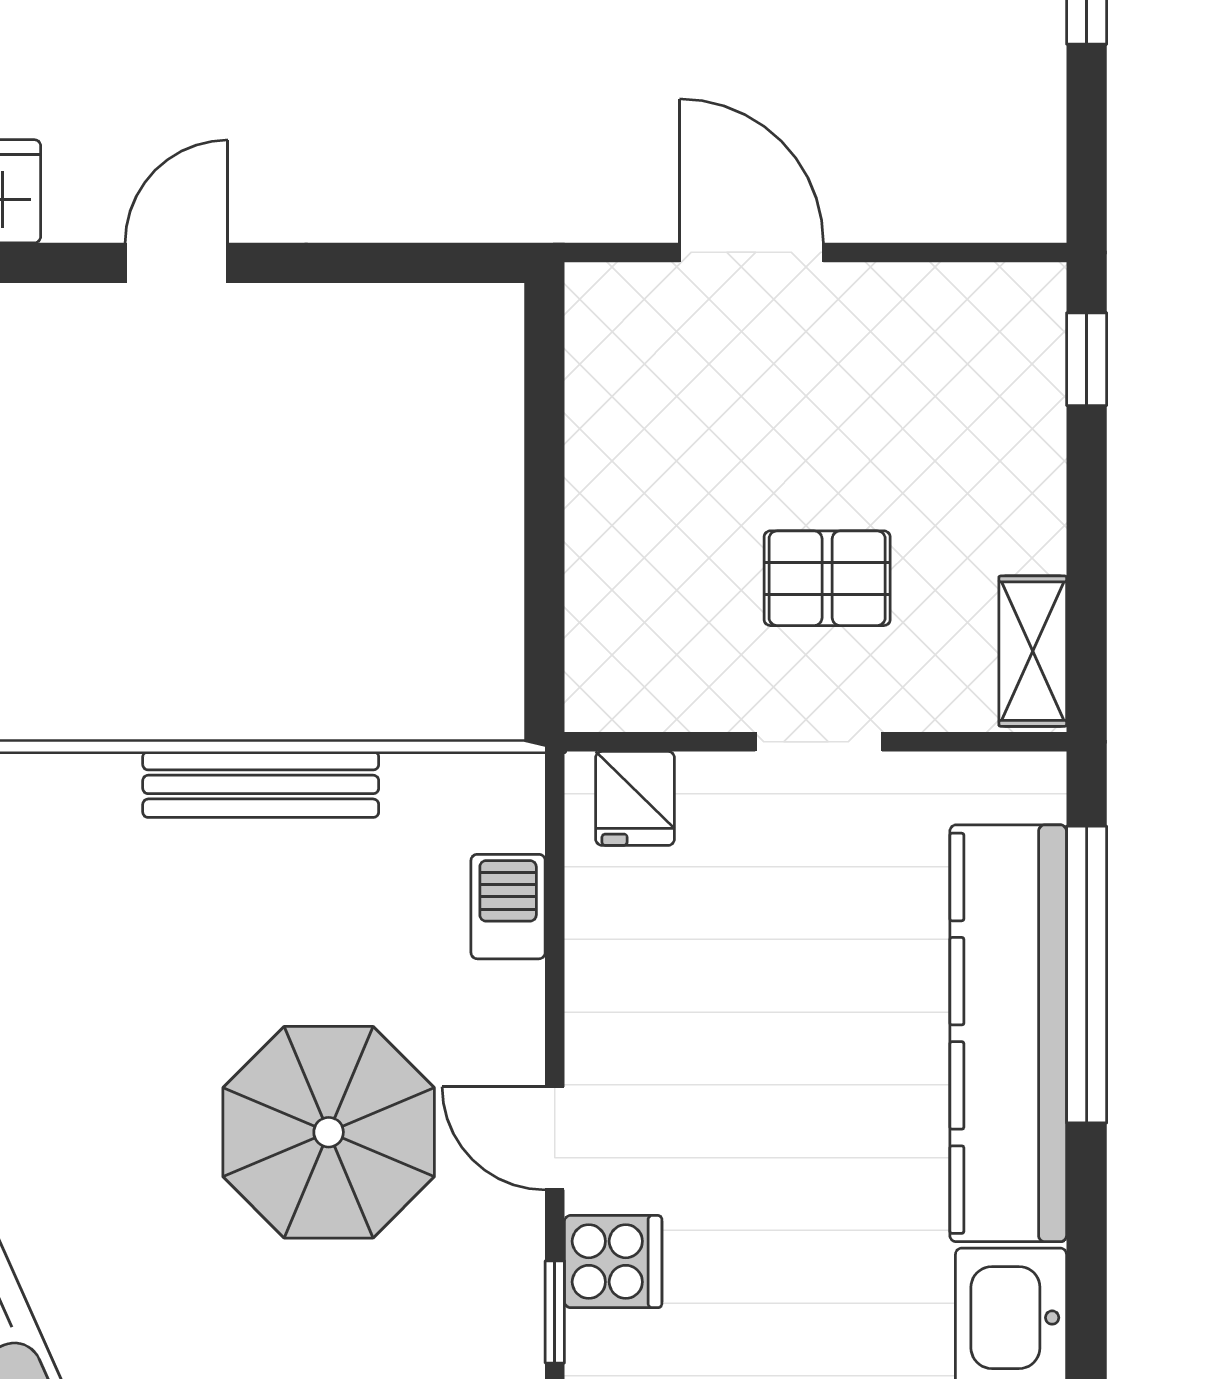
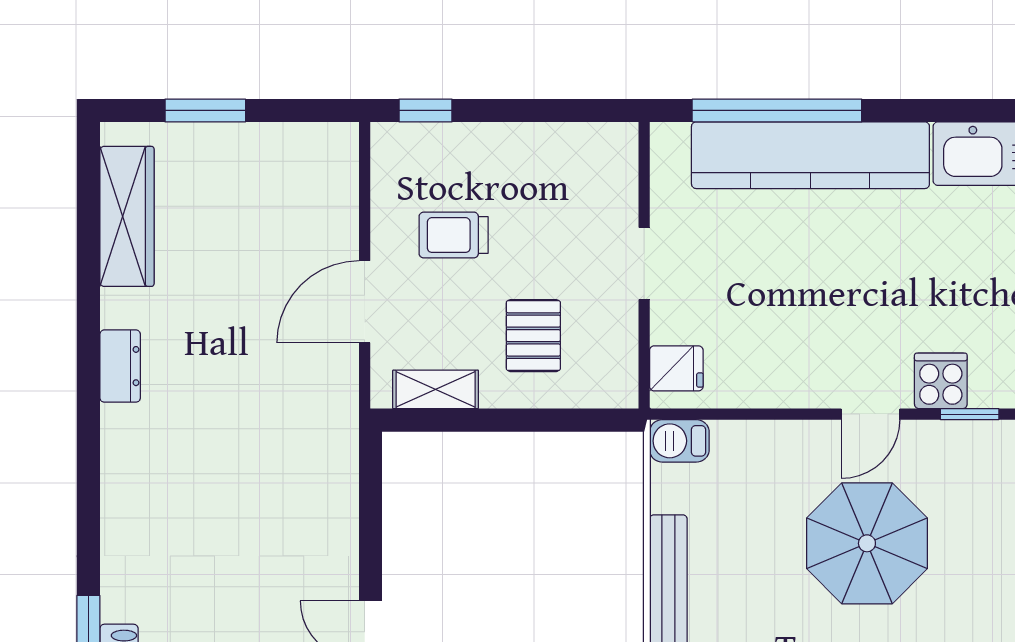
trolley: (869, 408) -> (454, 235), added
pallet: (827, 578) -> (533, 336), moved
shelving: (1033, 651) -> (436, 389), moved
barbecue: (508, 907) -> (679, 441), moved

